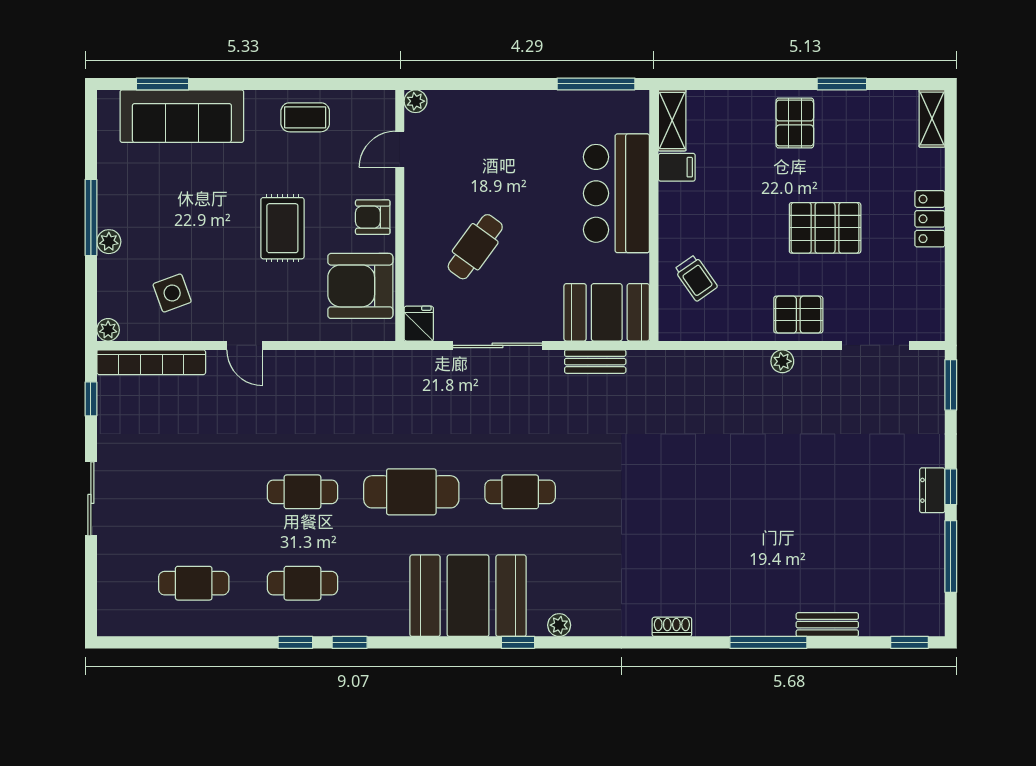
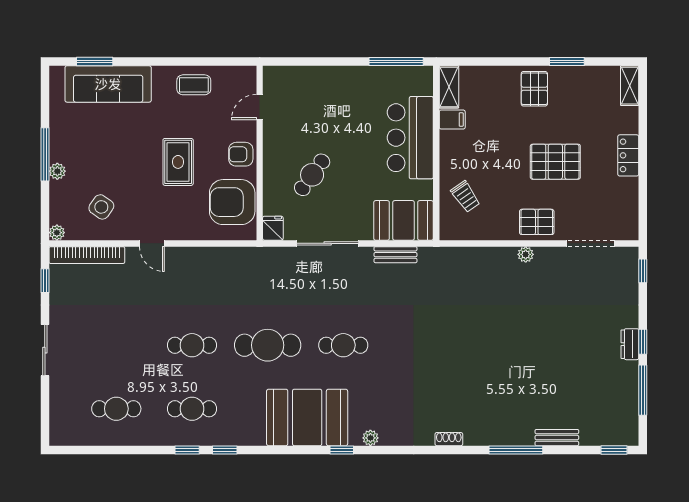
plant: (416, 101) -> (271, 74), removed
side table: (172, 293) -> (101, 207), turned -35
window: (951, 385) -> (643, 271), width x0.67

